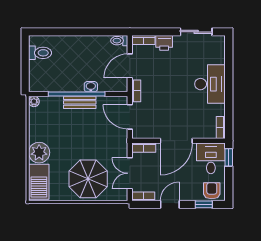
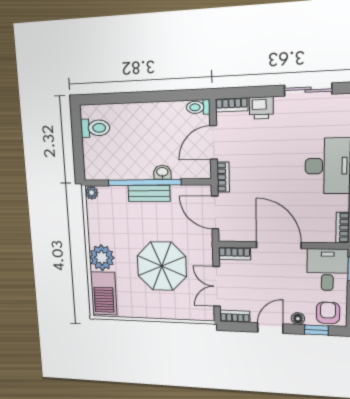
door: (176, 141) -> (279, 245), swing flipped
parasol: (88, 179) -> (162, 266), moved
floor lamp: (190, 196) -> (298, 319), added

